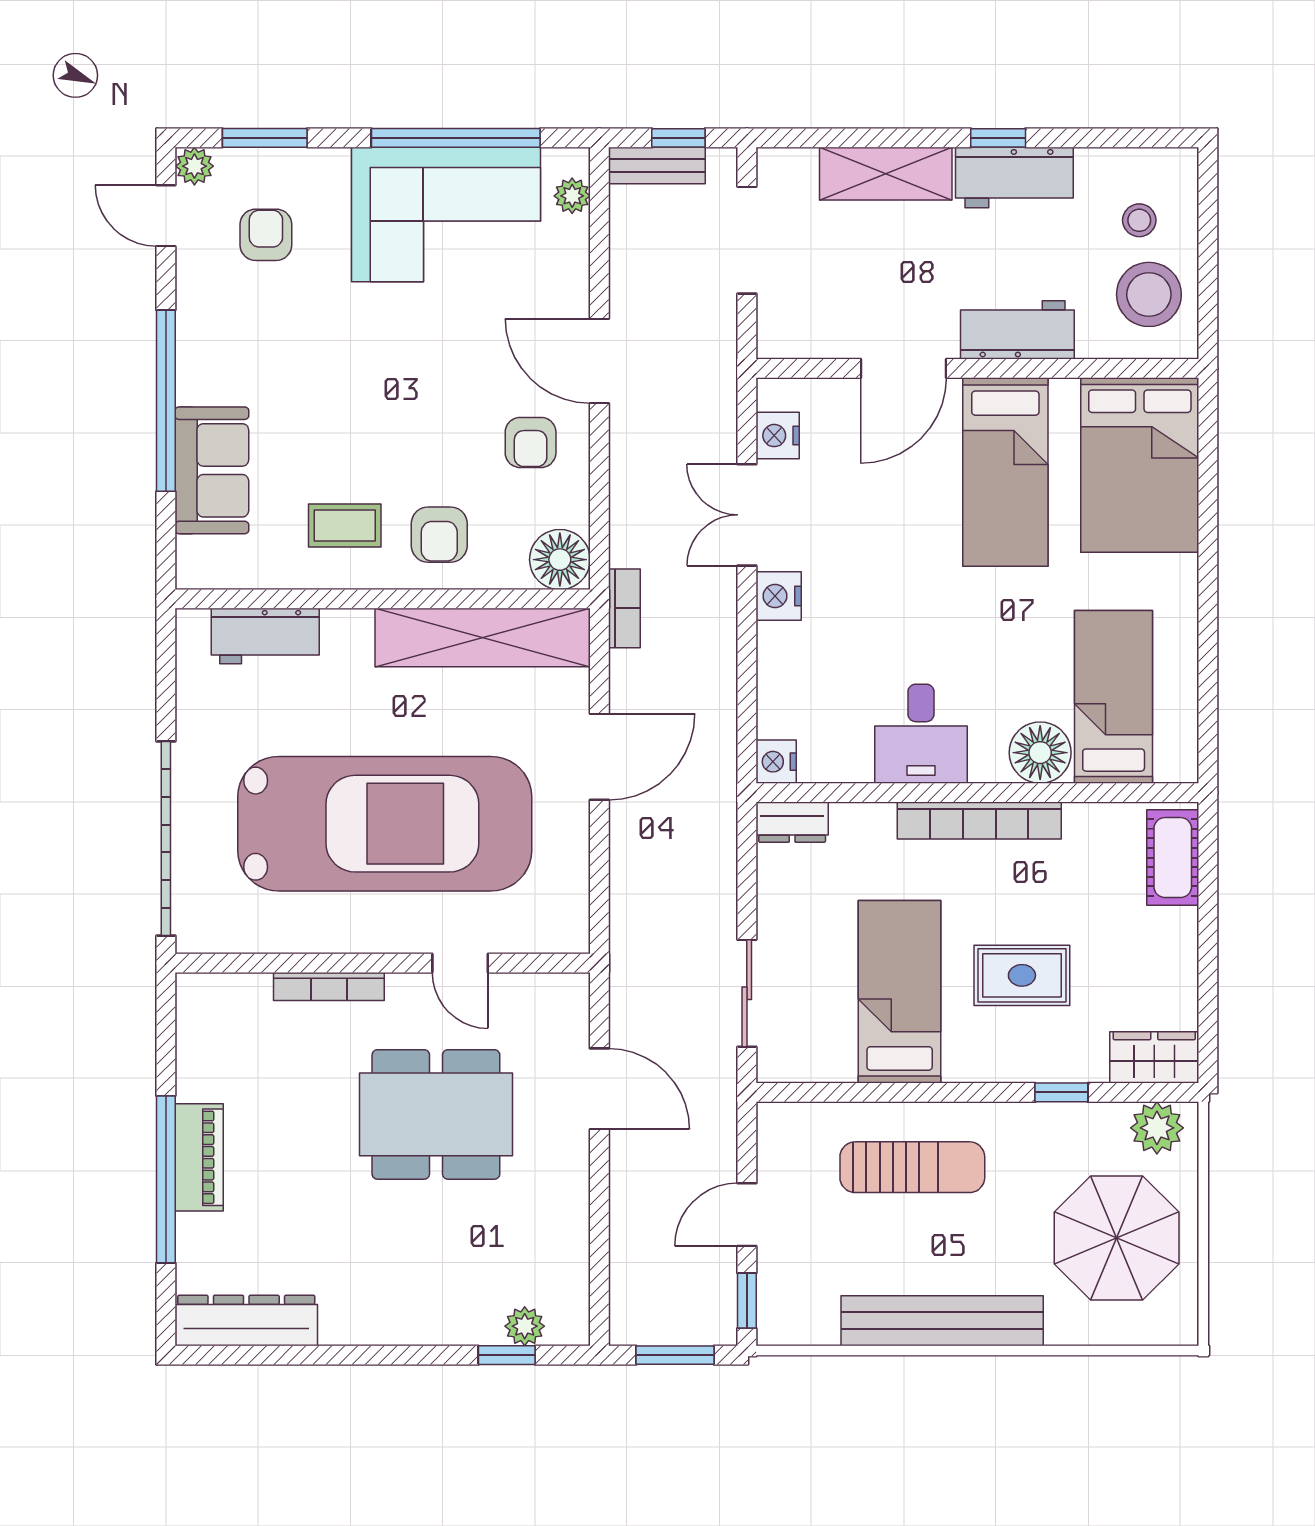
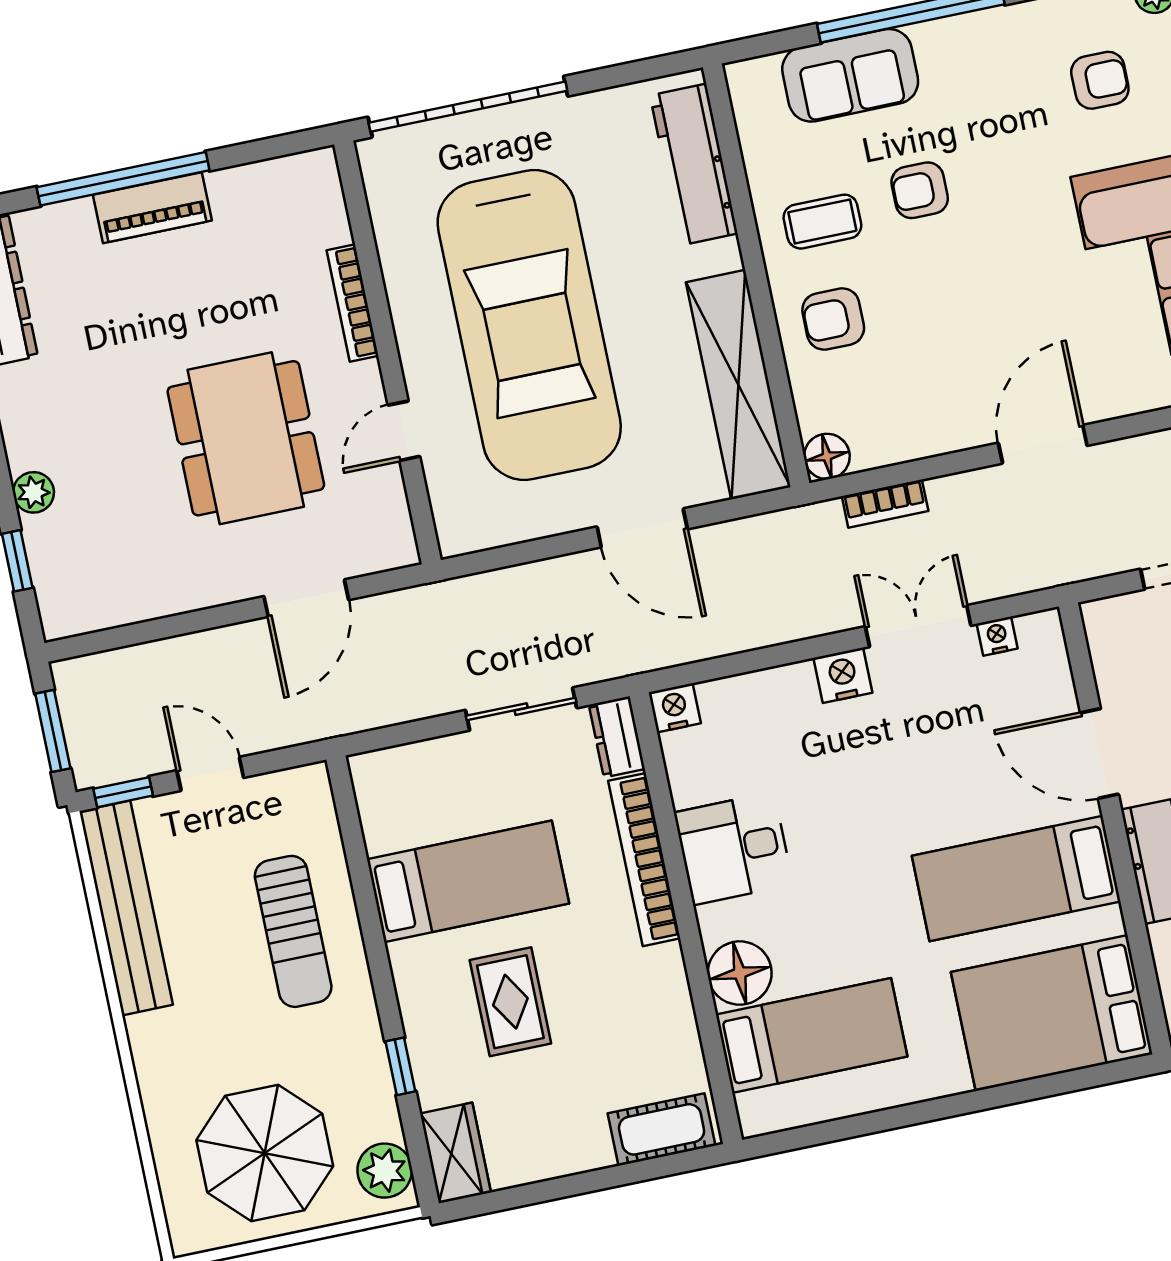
nightstand: (778, 436) -> (997, 636), width x0.72, depth x0.74
armchair: (531, 442) -> (920, 190), moved
coffee table: (345, 526) -> (822, 222), turned 90
floor lamp: (560, 560) -> (827, 456), width x0.73, depth x0.73
bookcase: (624, 608) -> (885, 504), moved
workbench: (265, 636) -> (694, 164), width x1.38
bookcase: (979, 820) -> (644, 860), moved
sliding door: (747, 993) -> (521, 709), moved
bench: (942, 1321) -> (126, 908), moved
plant: (525, 1326) -> (34, 492), moved

